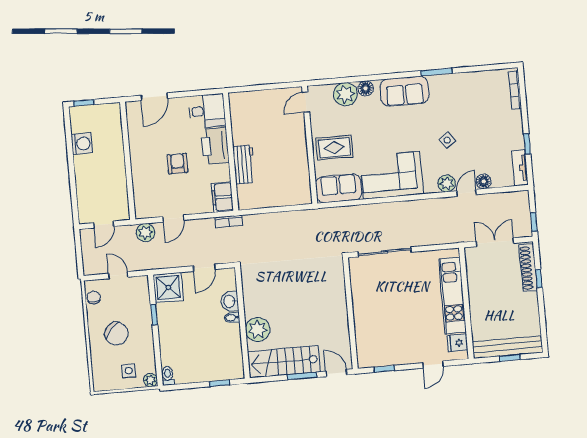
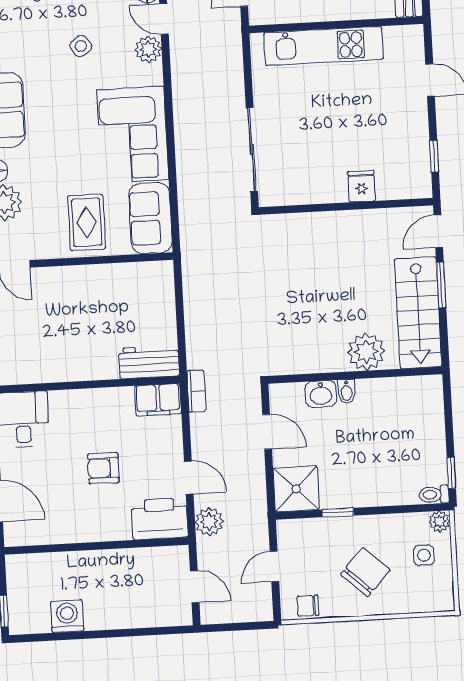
printer: (215, 146) -> (160, 519), moved, turned 180
workbench: (244, 165) -> (149, 362), moved
fridge: (457, 343) -> (362, 186), moved, turned 180
window: (220, 383) -> (451, 473), moved

